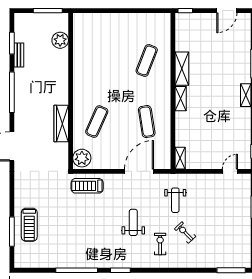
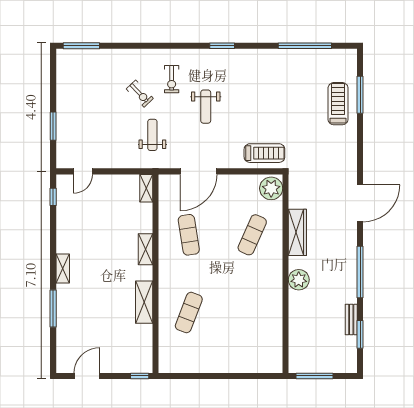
plant: (60, 40) -> (299, 280), moved
shelving: (181, 99) -> (146, 249), moved
window: (77, 270) -> (305, 46), moved

